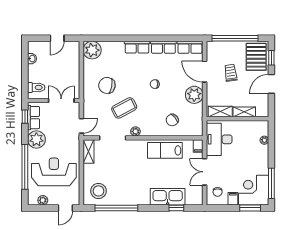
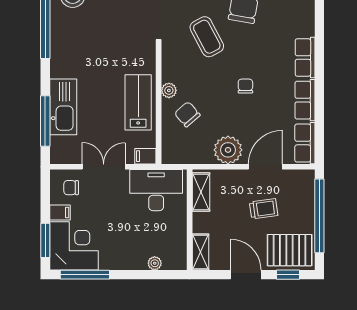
shelving: (244, 112) -> (200, 252), moved
plant: (135, 131) -> (169, 90), moved
window: (176, 208) -> (45, 121), width x2.17

